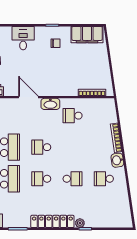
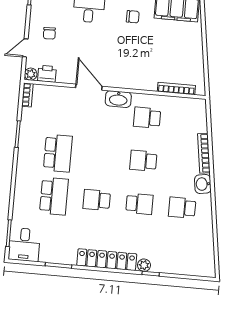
school desk: (41, 147) -> (143, 161), moved

